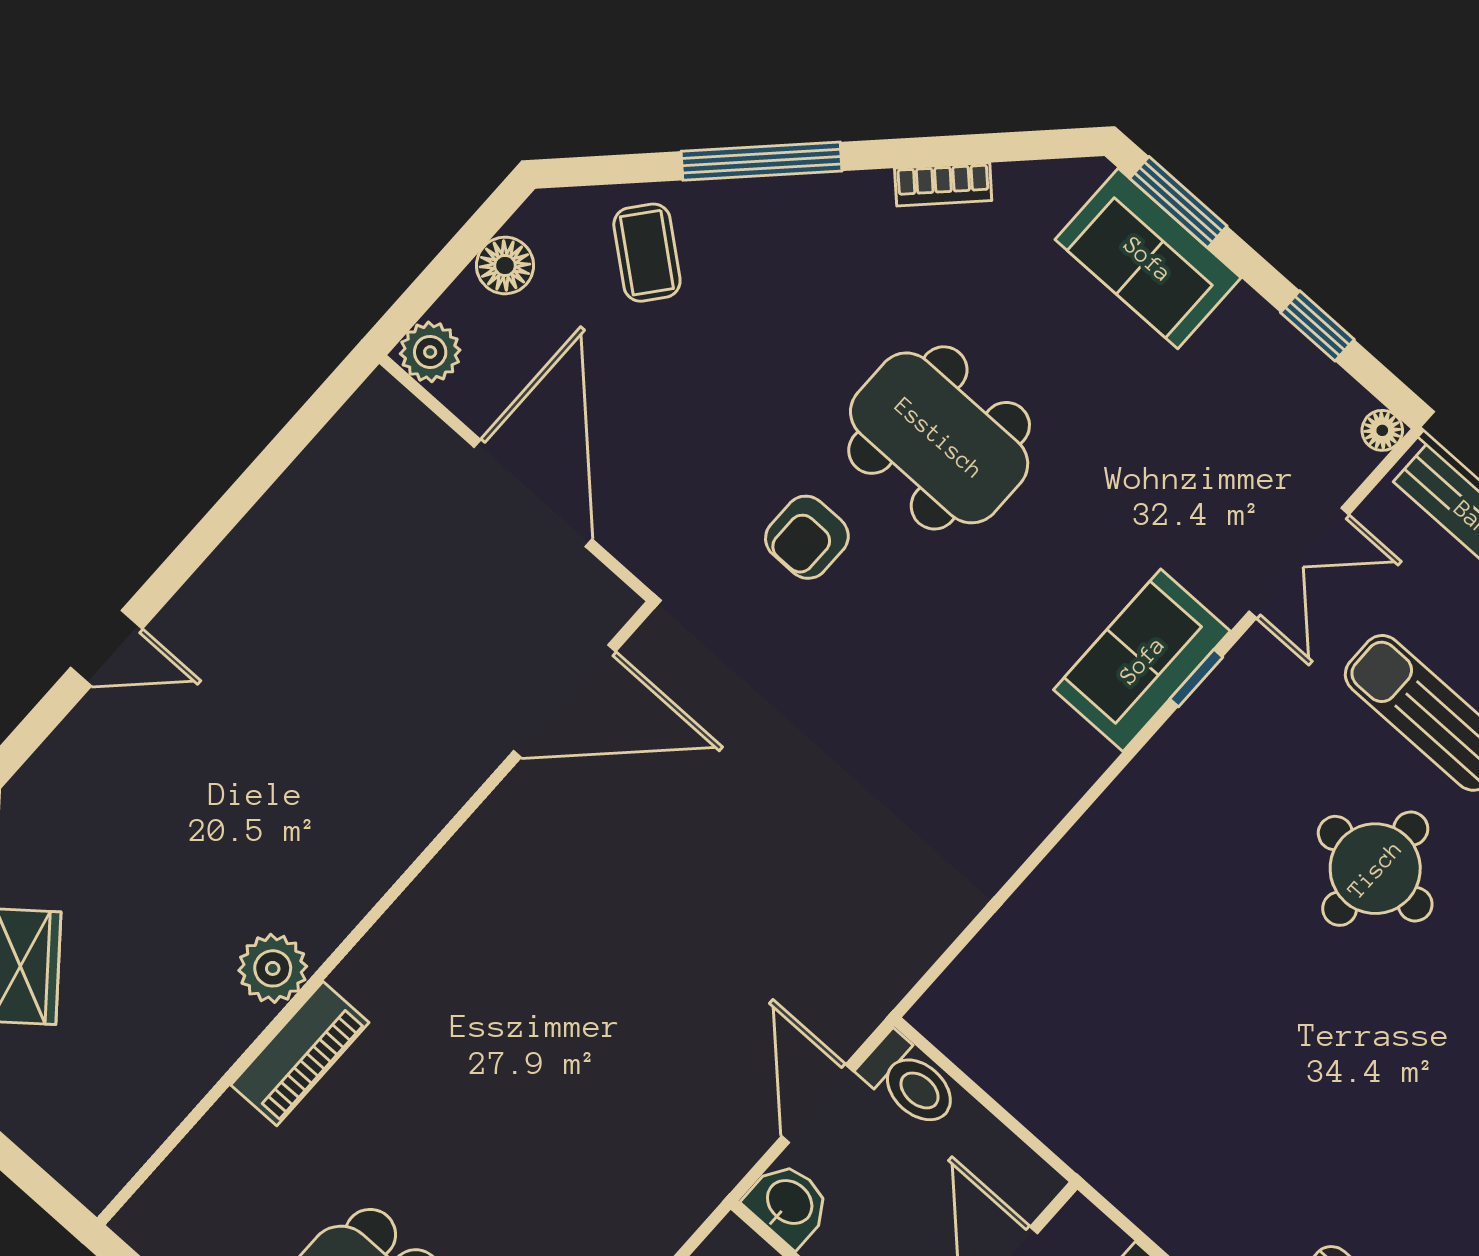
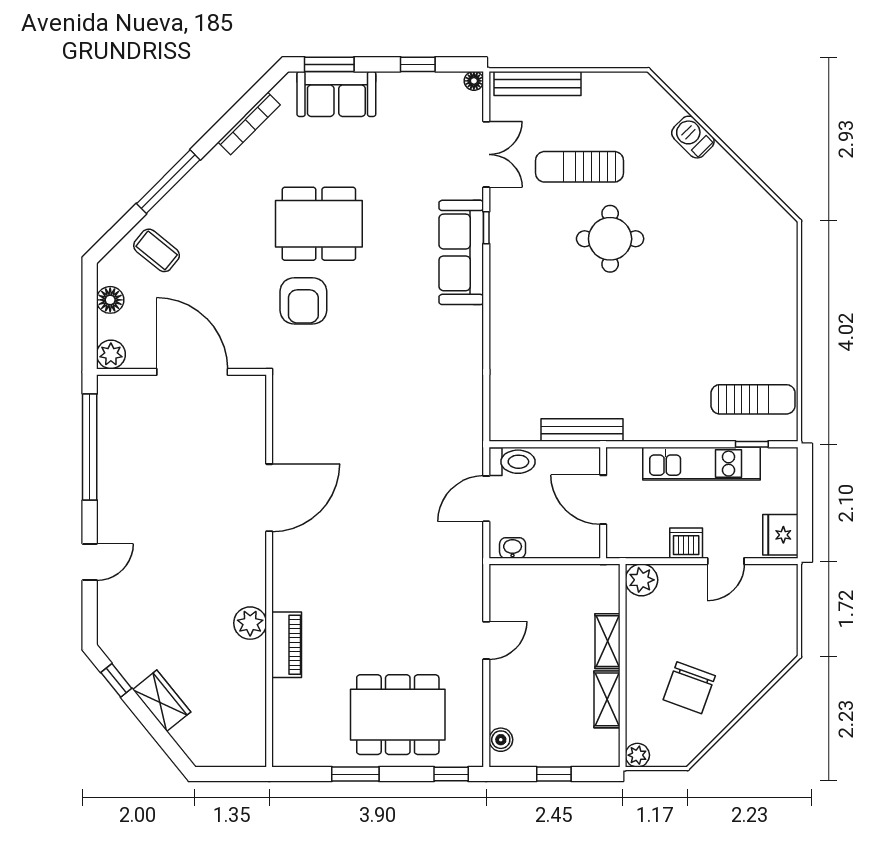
bookcase: (943, 184) -> (249, 123), width x1.56
window: (267, 468) -> (90, 447), added
armchair: (807, 537) -> (303, 301), width x1.38, depth x1.38
sofa: (1142, 660) -> (461, 252), width x1.36
door: (564, 701) -> (269, 498), moved
door: (817, 1104) -> (486, 499), hinge flipped
bench: (1064, 1130) -> (582, 430), added
washbasin: (788, 1203) -> (513, 548), width x0.72, depth x0.69

